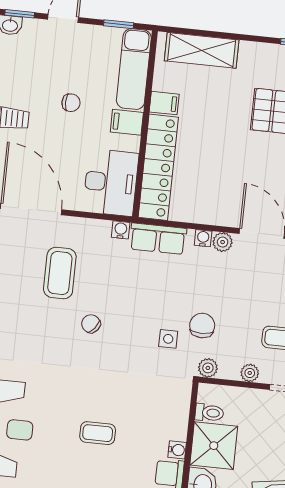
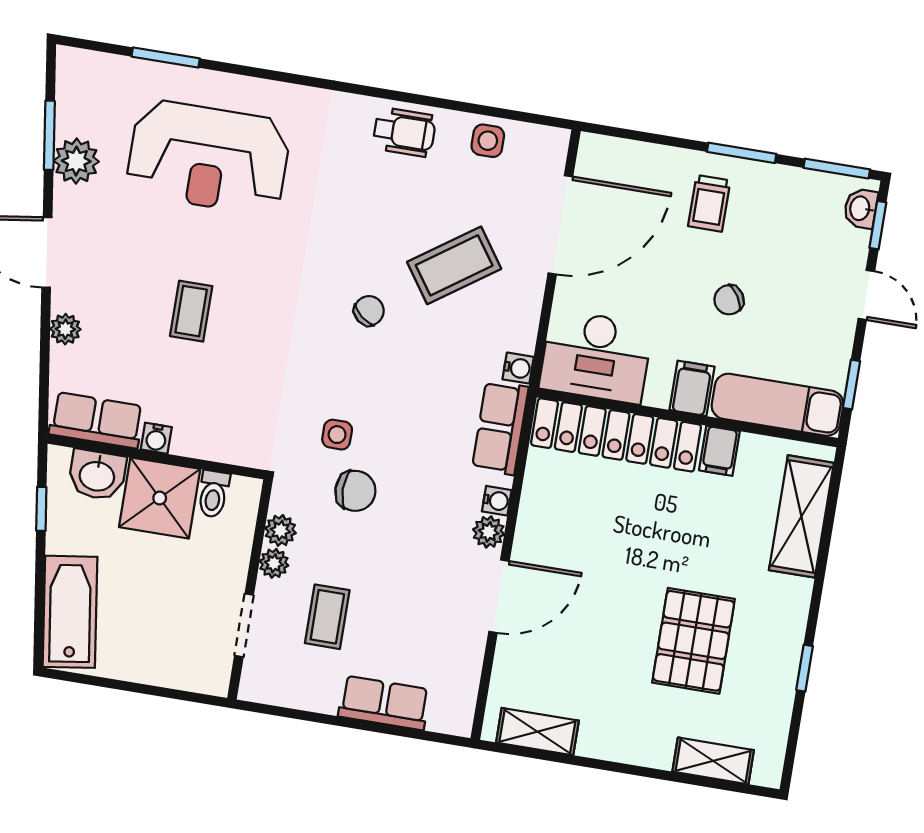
chair: (71, 103) -> (729, 300), turned 57
coffee table: (60, 273) -> (454, 265), turned -35
plant: (208, 368) -> (280, 530), moved

